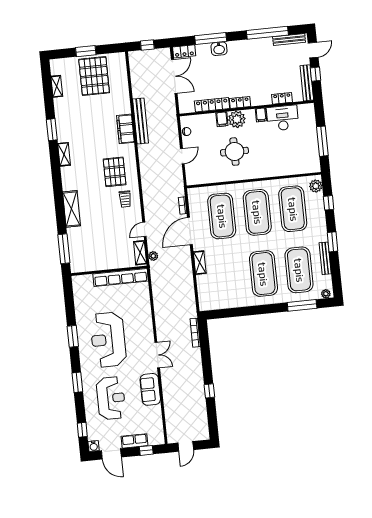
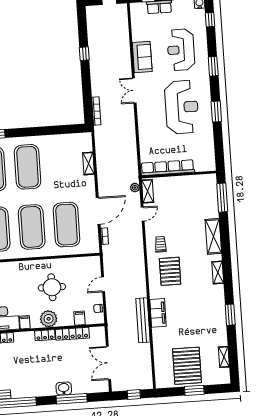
locker: (184, 51) -> (98, 387), removed
filing cabinet: (222, 119) -> (79, 318), moved
shelving: (64, 154) -> (218, 272), moved
shelving: (200, 263) -> (88, 163), moved

